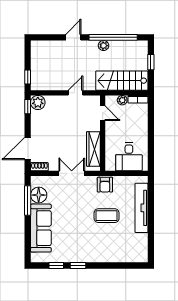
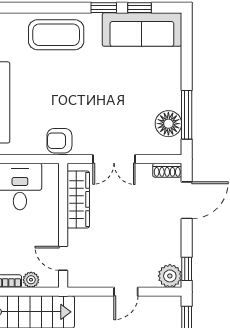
door: (76, 93) -> (126, 292), moved
armchair: (105, 185) -> (59, 141), turned -90
coffee table: (107, 216) -> (56, 35), moved, width x1.36, depth x1.32
sofa: (41, 228) -> (142, 30), moved, turned -90

